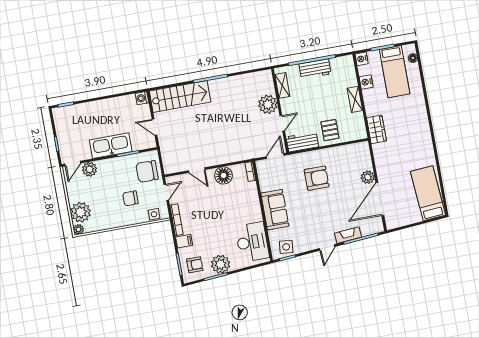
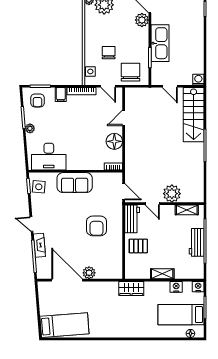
door: (154, 127) -> (170, 86), swing flipped
plant: (221, 264) -> (30, 128), width x0.53, depth x0.53

